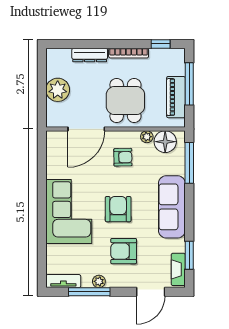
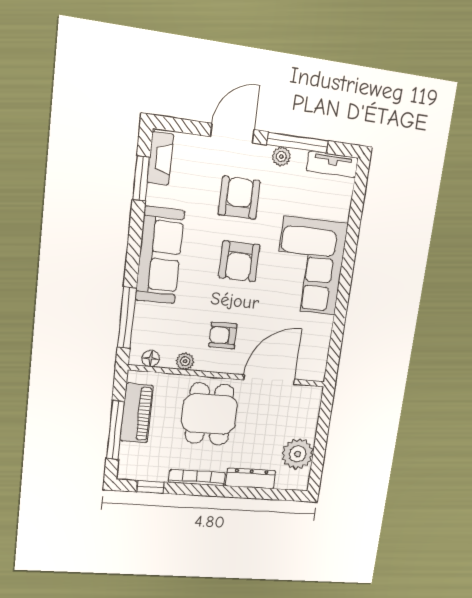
plant: (58, 90) -> (298, 454), moved
floor lamp: (165, 142) -> (151, 358), width x0.53, depth x0.53
armchair: (124, 251) -> (239, 198), turned -90
door: (151, 292) -> (232, 133), moved

